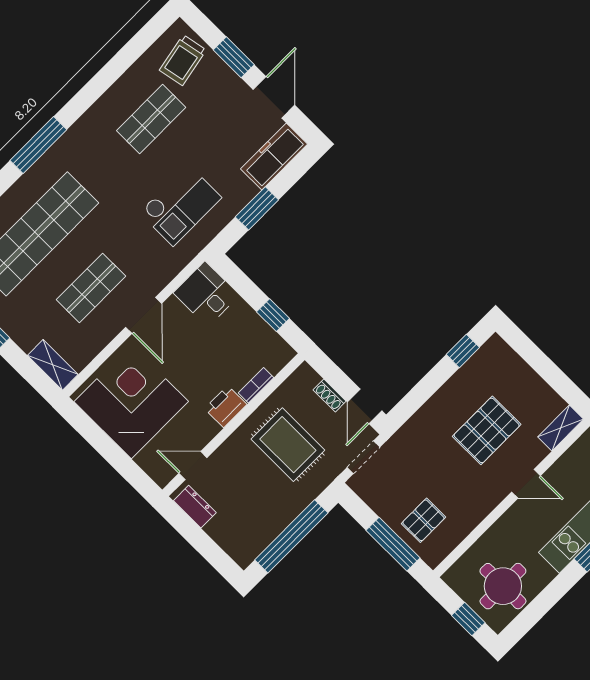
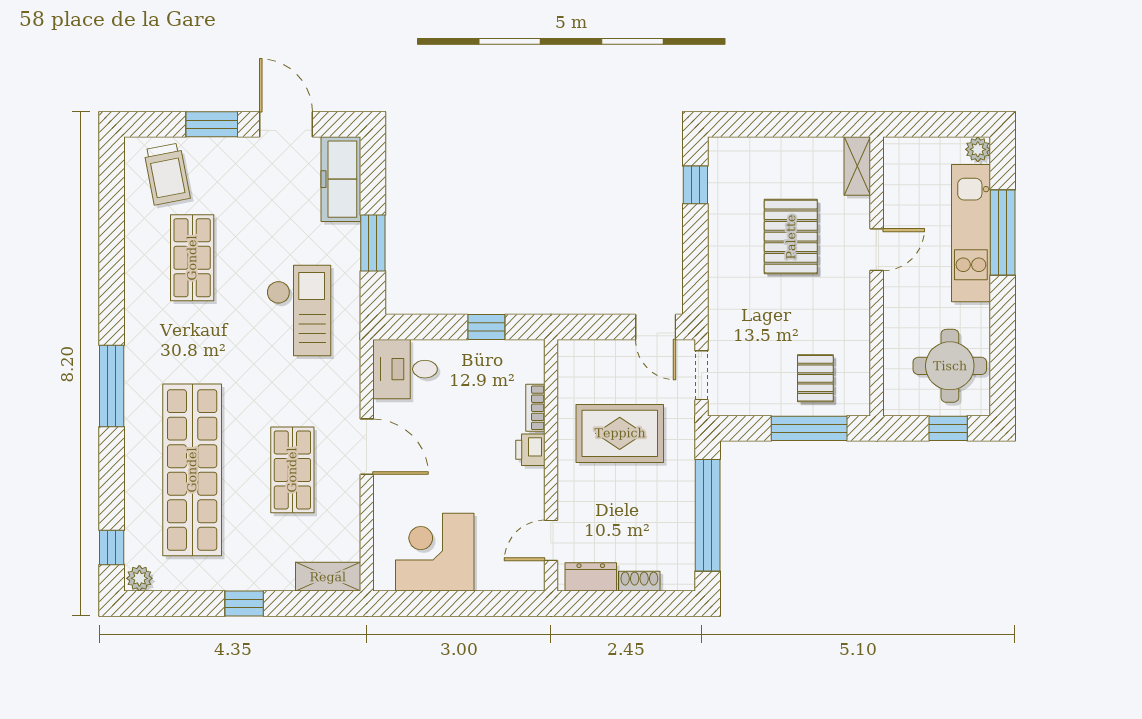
shoe rack: (330, 395) -> (639, 581), moved, turned 180
corner desk: (131, 402) -> (435, 552), width x0.74, depth x0.74
printer: (226, 407) -> (530, 450), width x0.73, depth x0.81

